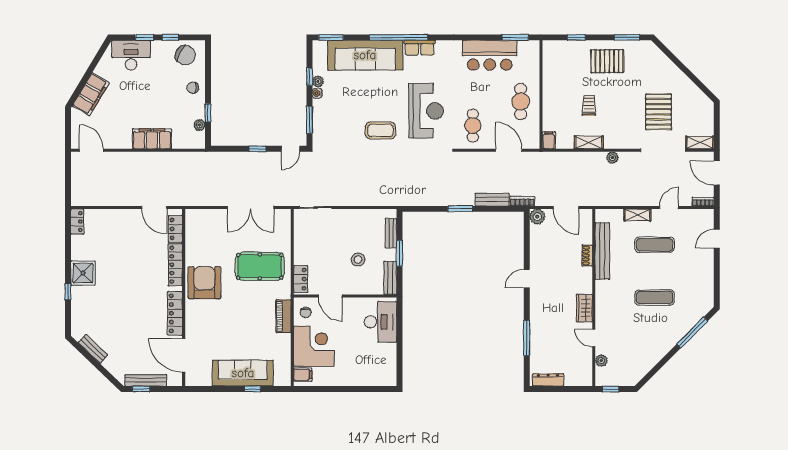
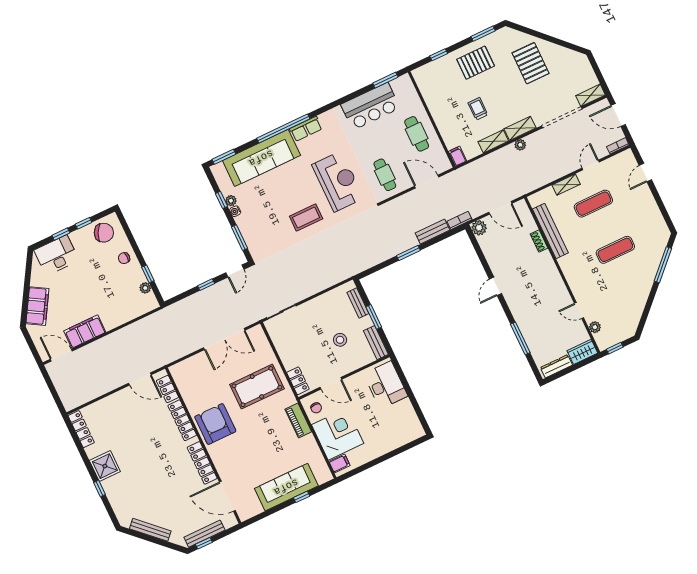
pallet: (659, 112) -> (531, 63), moved
filing cabinet: (152, 139) -> (85, 332), moved
shelving: (619, 142) -> (520, 128), added
locker: (77, 222) -> (81, 429), width x1.53
wardrobe: (584, 308) -> (582, 352), moved, turned 90
bench: (93, 349) -> (150, 530), width x1.36

